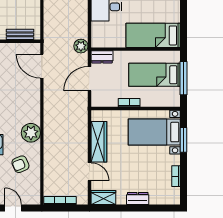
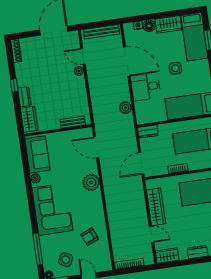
plant: (81, 46) -> (126, 108), moved
door: (89, 79) -> (141, 163), moved
plant: (31, 133) -> (91, 182), moved

